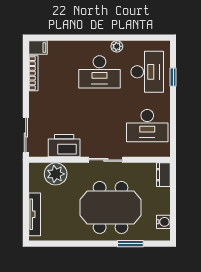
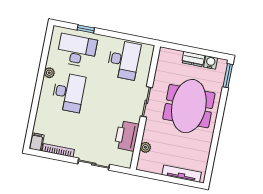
sliding door: (26, 135) -> (94, 164), moved
plant: (56, 174) -> (145, 147), width x0.53, depth x0.53
dresser: (163, 175) -> (193, 59), moved
window: (130, 244) -> (228, 76), moved

